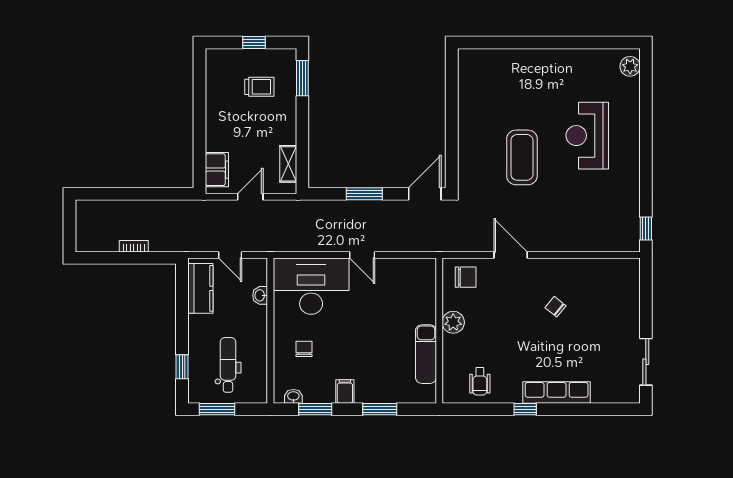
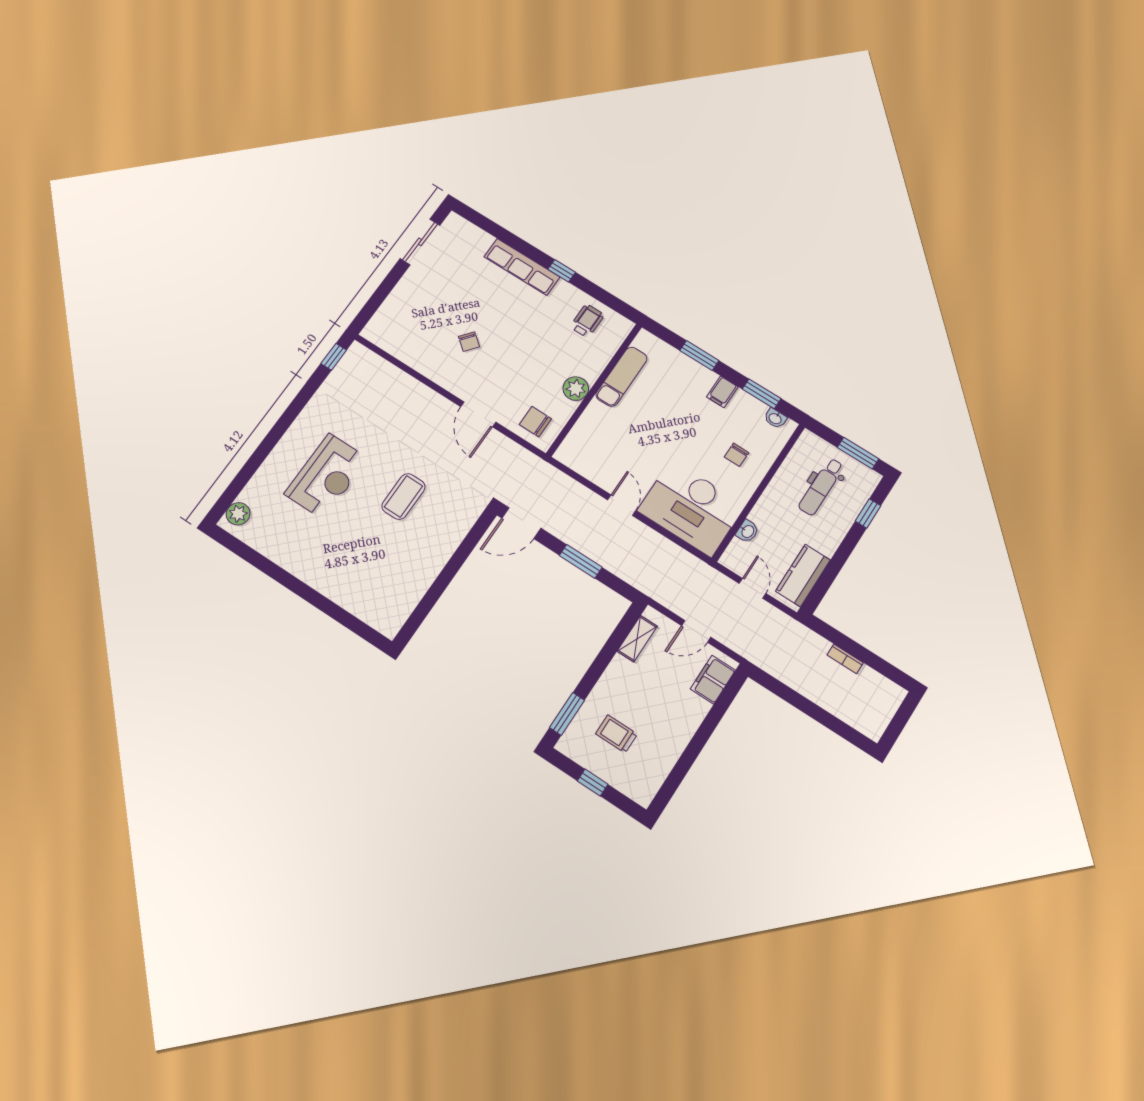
coffee table: (522, 157) -> (403, 496), width x0.73, depth x0.76

